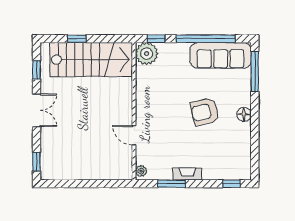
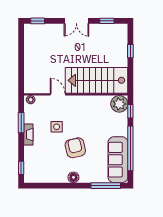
stairs: (91, 60) -> (97, 80), moved, turned 90
door: (134, 135) -> (58, 94), hinge flipped
side table: (177, 137) -> (57, 127), added

